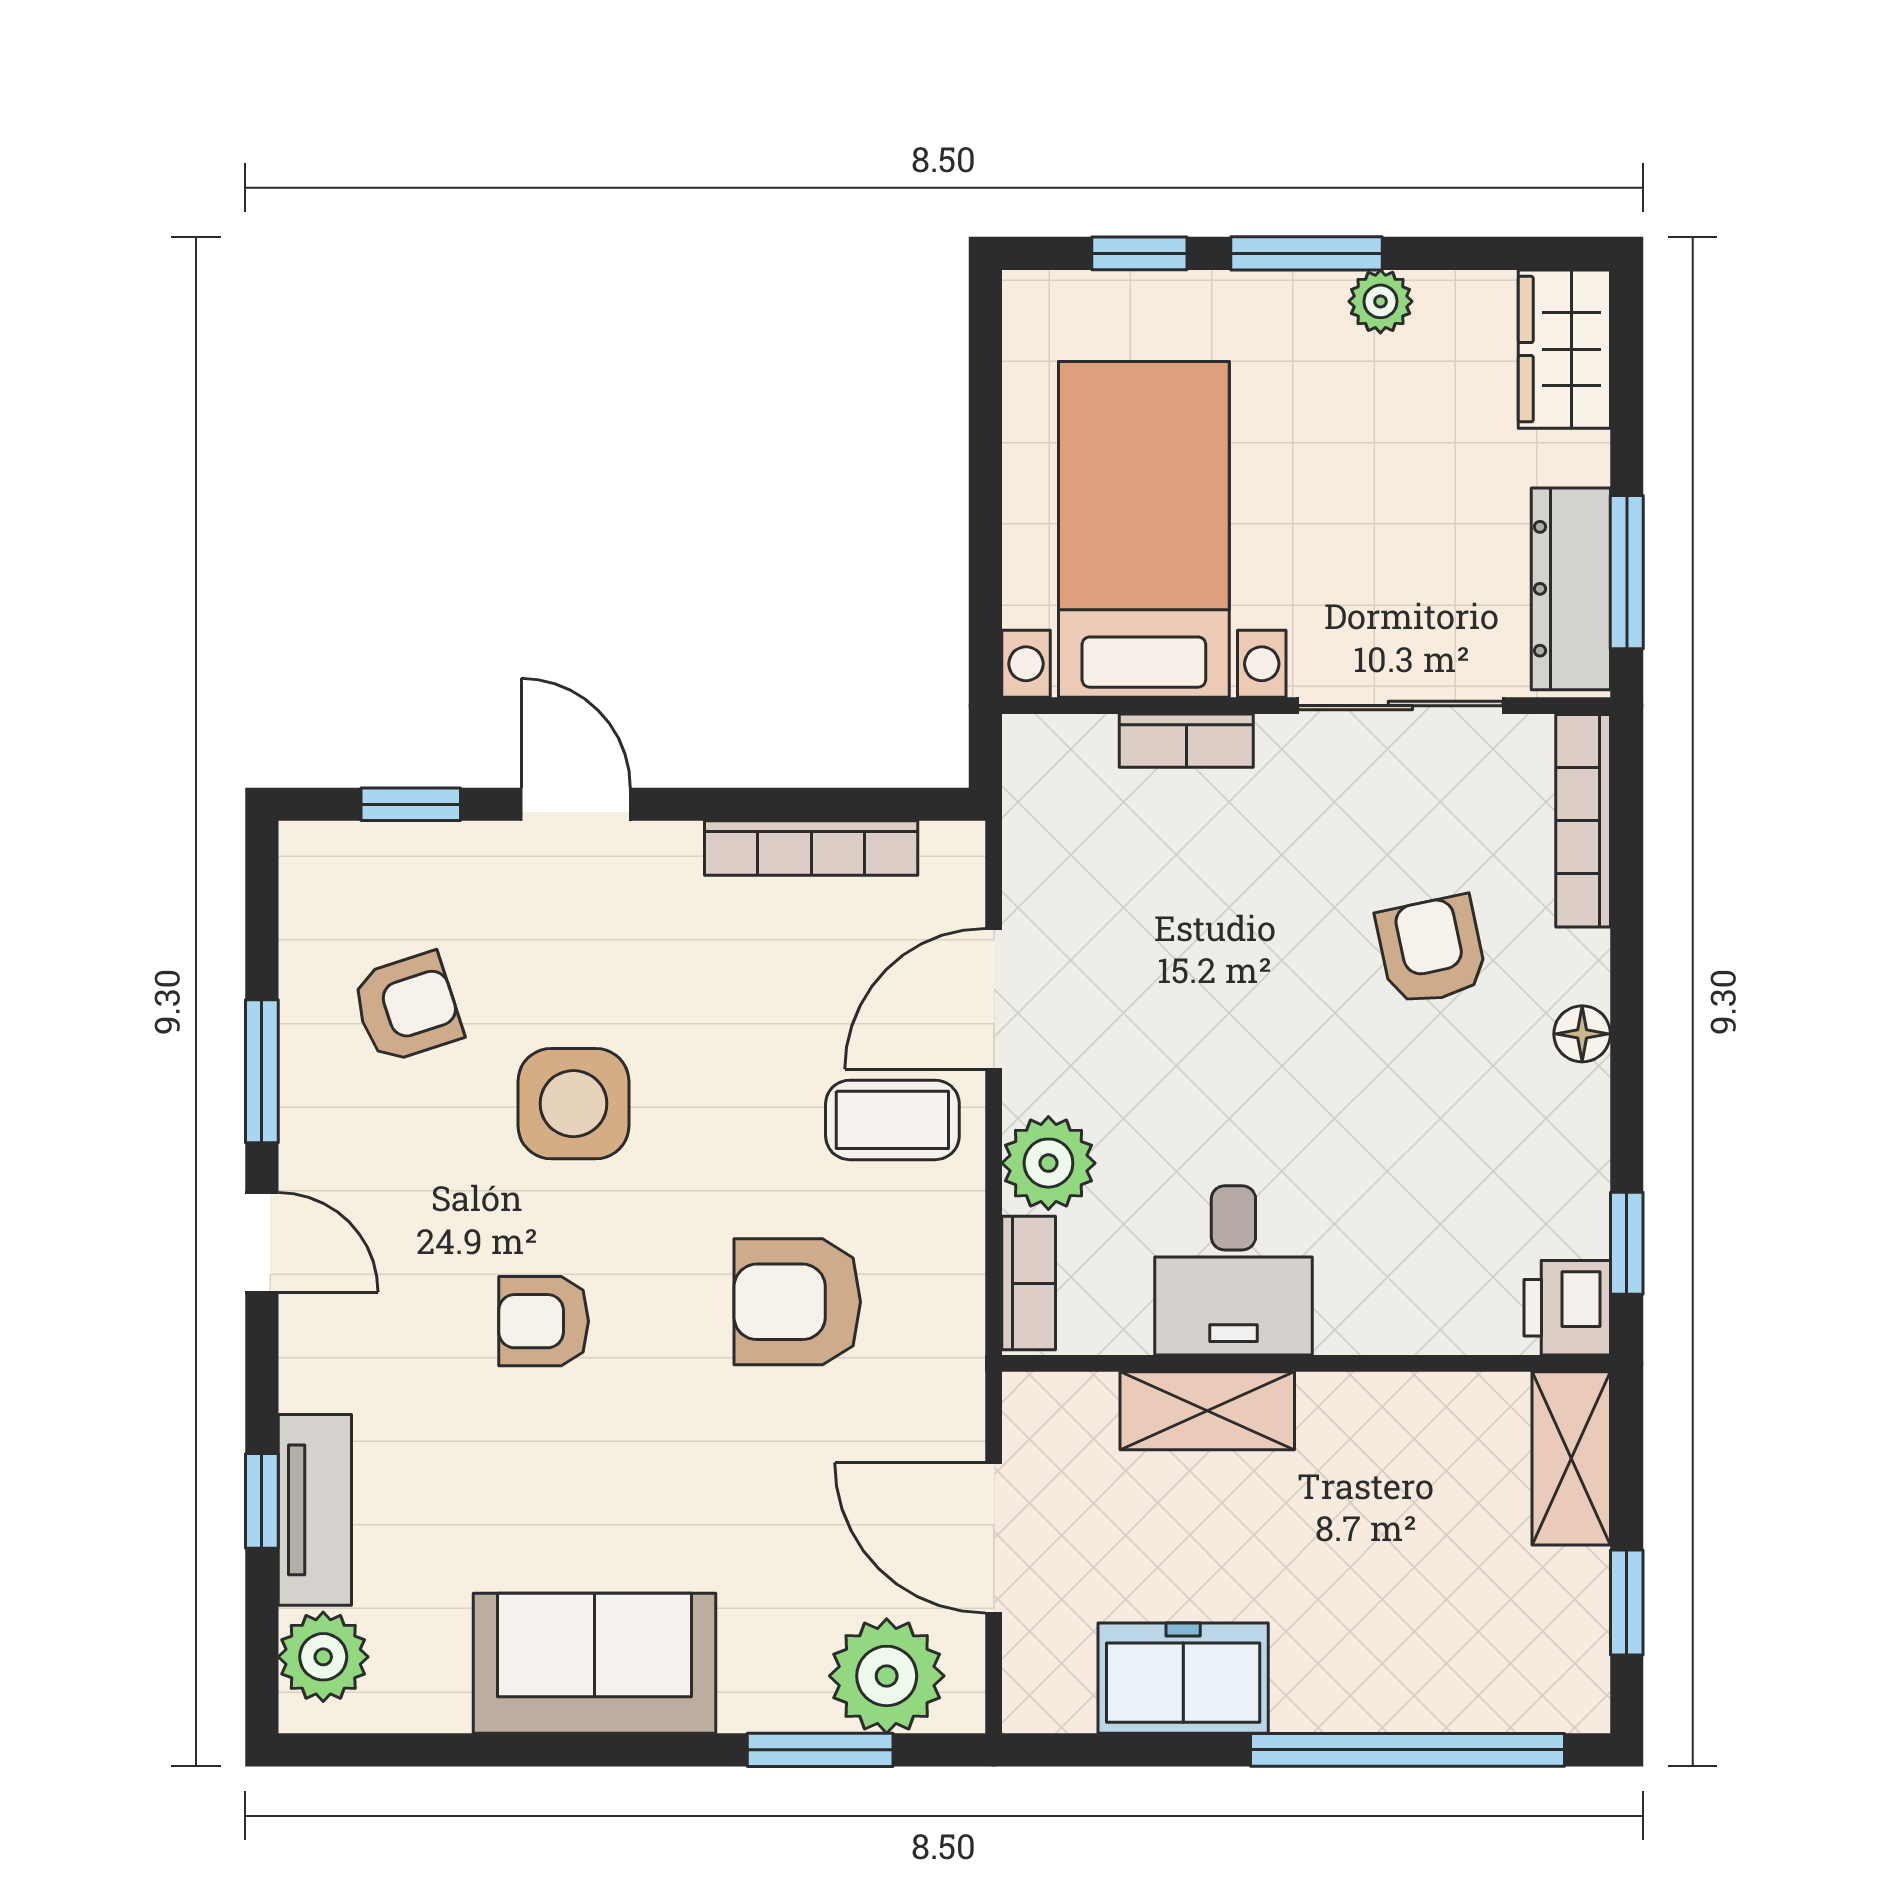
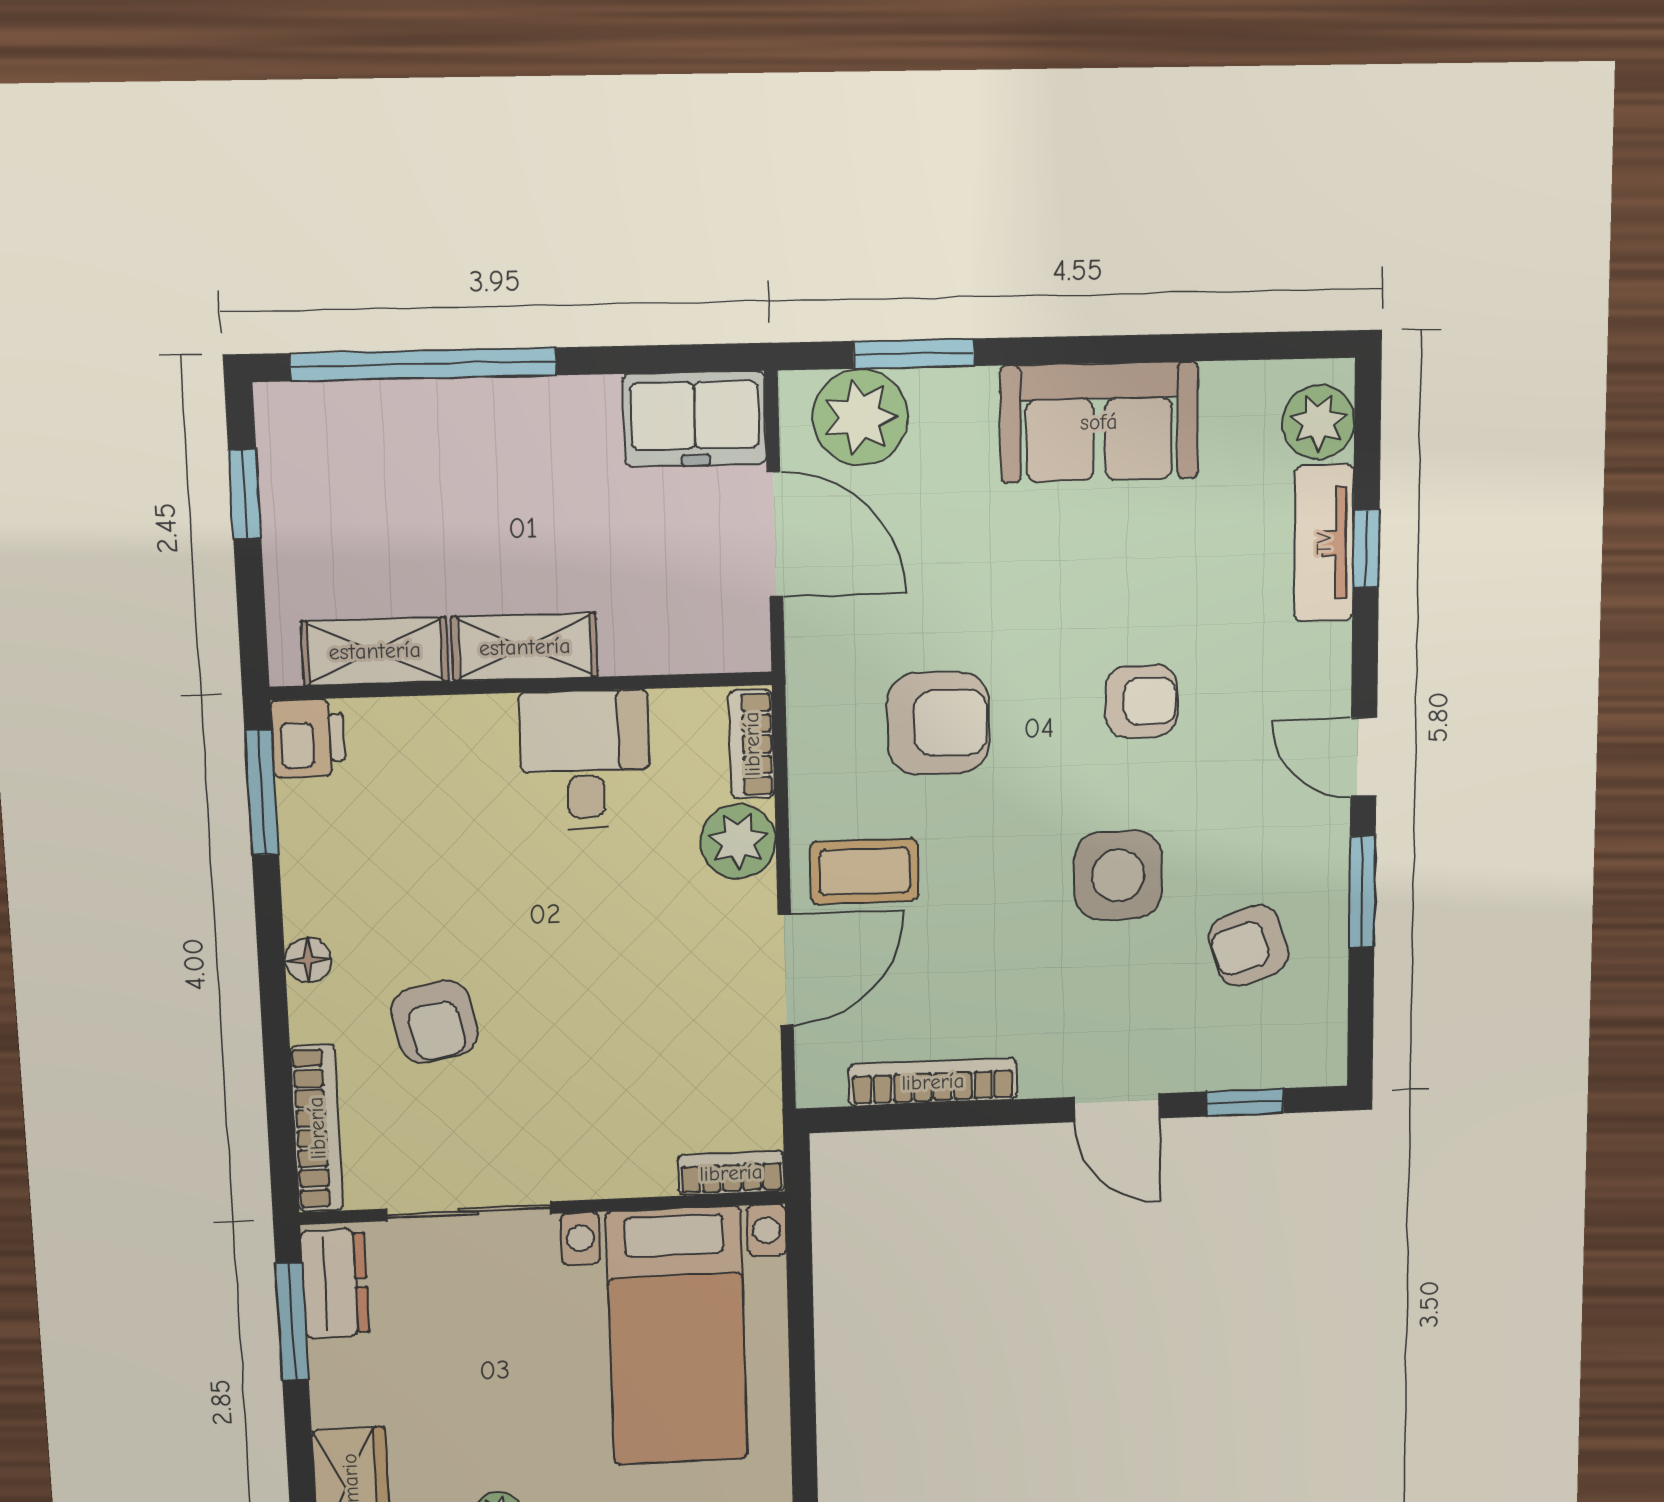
dresser: (1571, 589) -> (335, 1283), width x0.70
bookcase: (1186, 741) -> (731, 1173), moved
window: (1627, 1243) -> (262, 792), width x1.50
shelving: (1207, 1411) -> (525, 647), moved
shelving: (1571, 1458) -> (375, 651), moved, turned 90
freezer: (1183, 1678) -> (695, 419), moved

